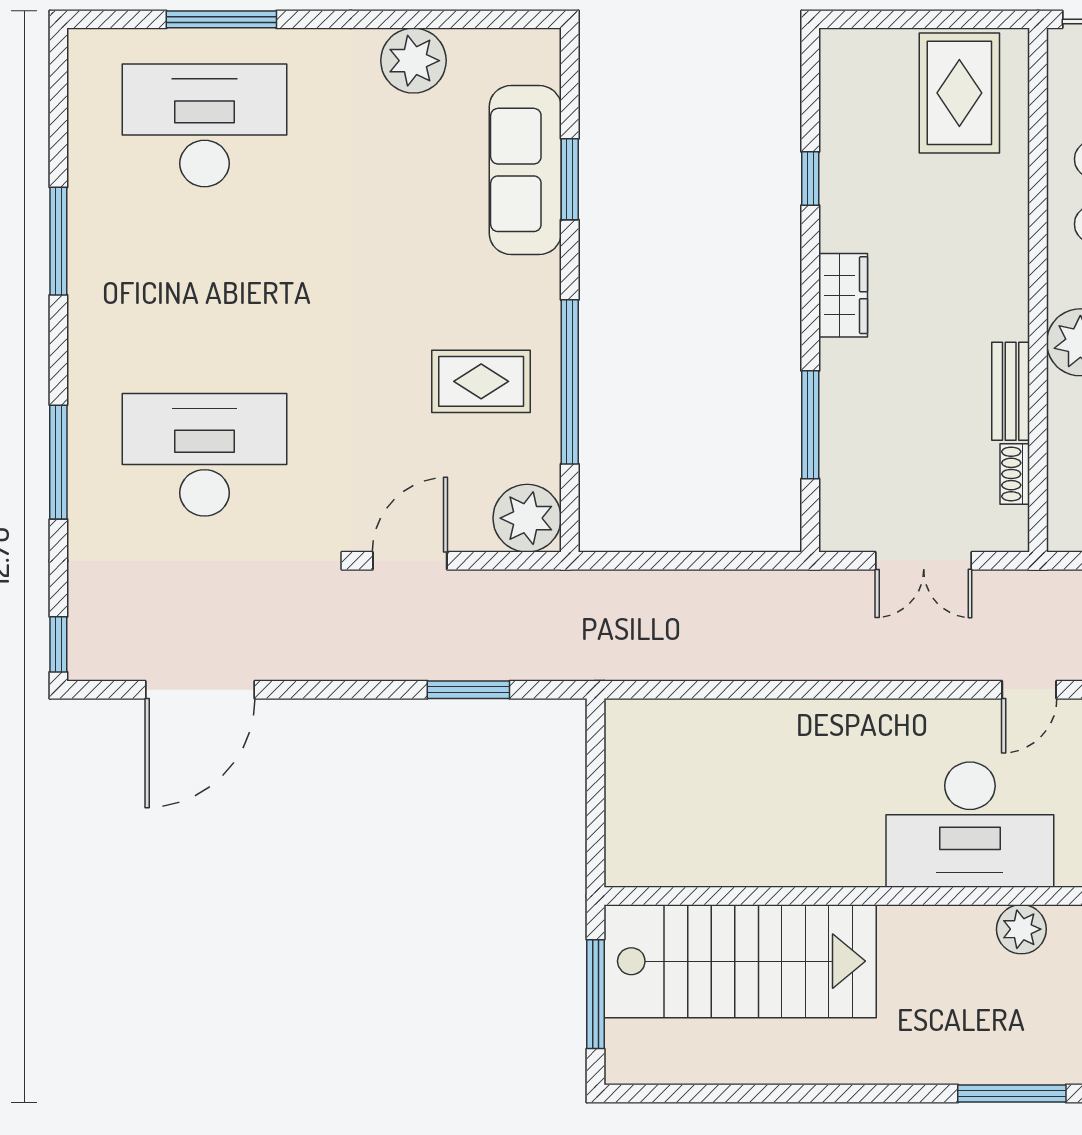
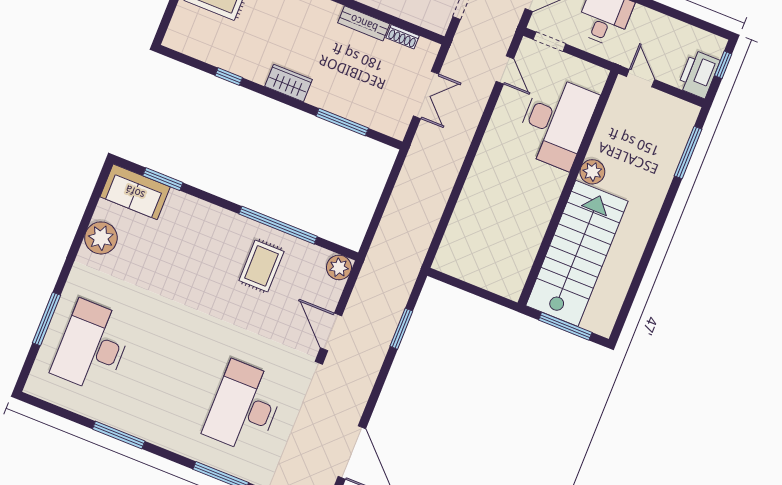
sofa: (525, 170) -> (135, 192), moved, width x0.73
window: (570, 179) -> (163, 179), moved
plant: (527, 518) -> (339, 267), width x0.73, depth x0.73
plant: (1021, 929) -> (592, 172), moved

